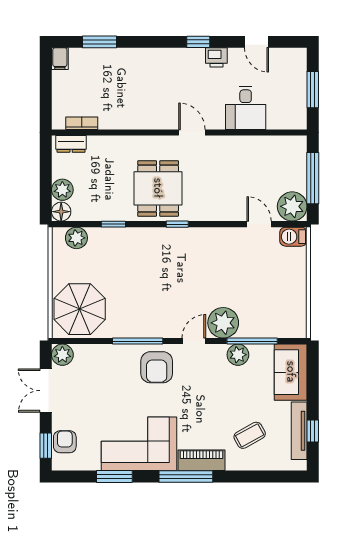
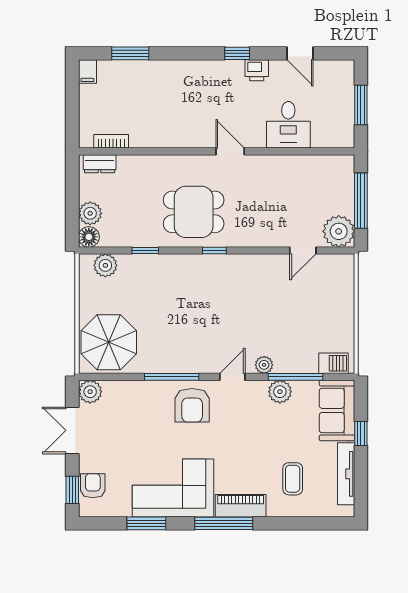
dining table: (158, 188) -> (194, 212), turned 90
door: (259, 224) -> (303, 250), swing flipped
barbecue: (293, 237) -> (334, 363), moved, turned 180
plant: (223, 323) -> (264, 365), width x0.53, depth x0.53
window: (313, 431) -> (361, 433), moved
coffee table: (250, 435) -> (293, 479), turned -61

